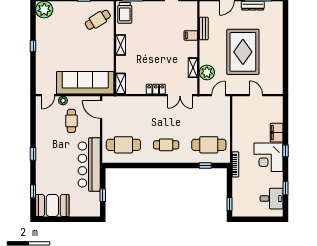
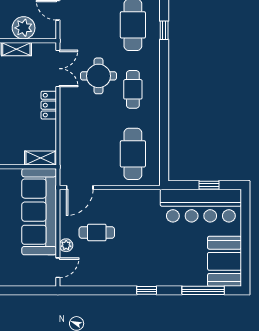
door: (48, 95) -> (58, 268), hinge flipped
round table: (175, 122) -> (99, 76), added
bar counter: (89, 165) -> (201, 206), moved
window: (33, 191) -> (203, 290), width x2.17

